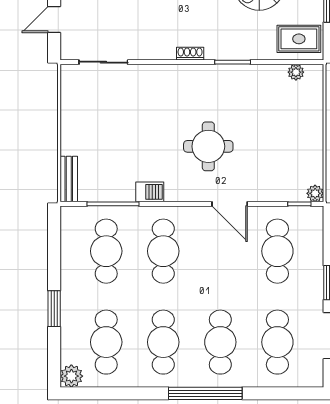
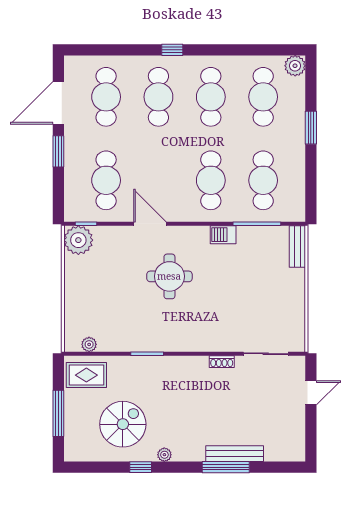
shoe rack: (190, 54) -> (222, 362), moved
plant: (315, 193) -> (78, 240), width x1.88, depth x1.88
window: (205, 393) -> (172, 50), width x0.32

